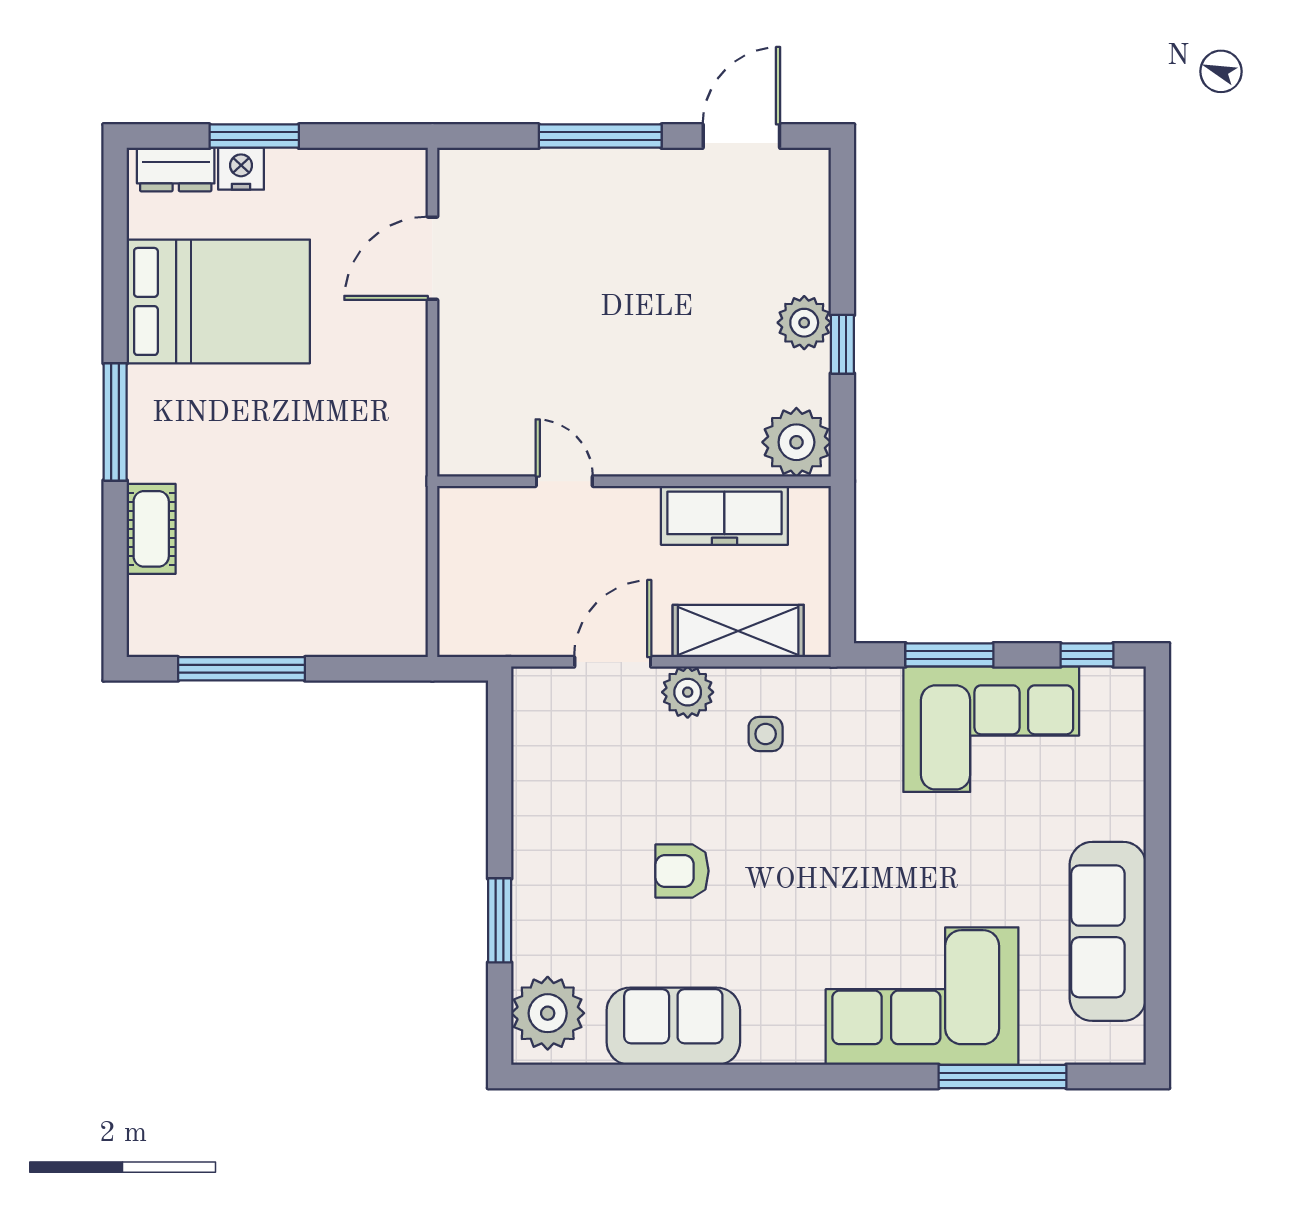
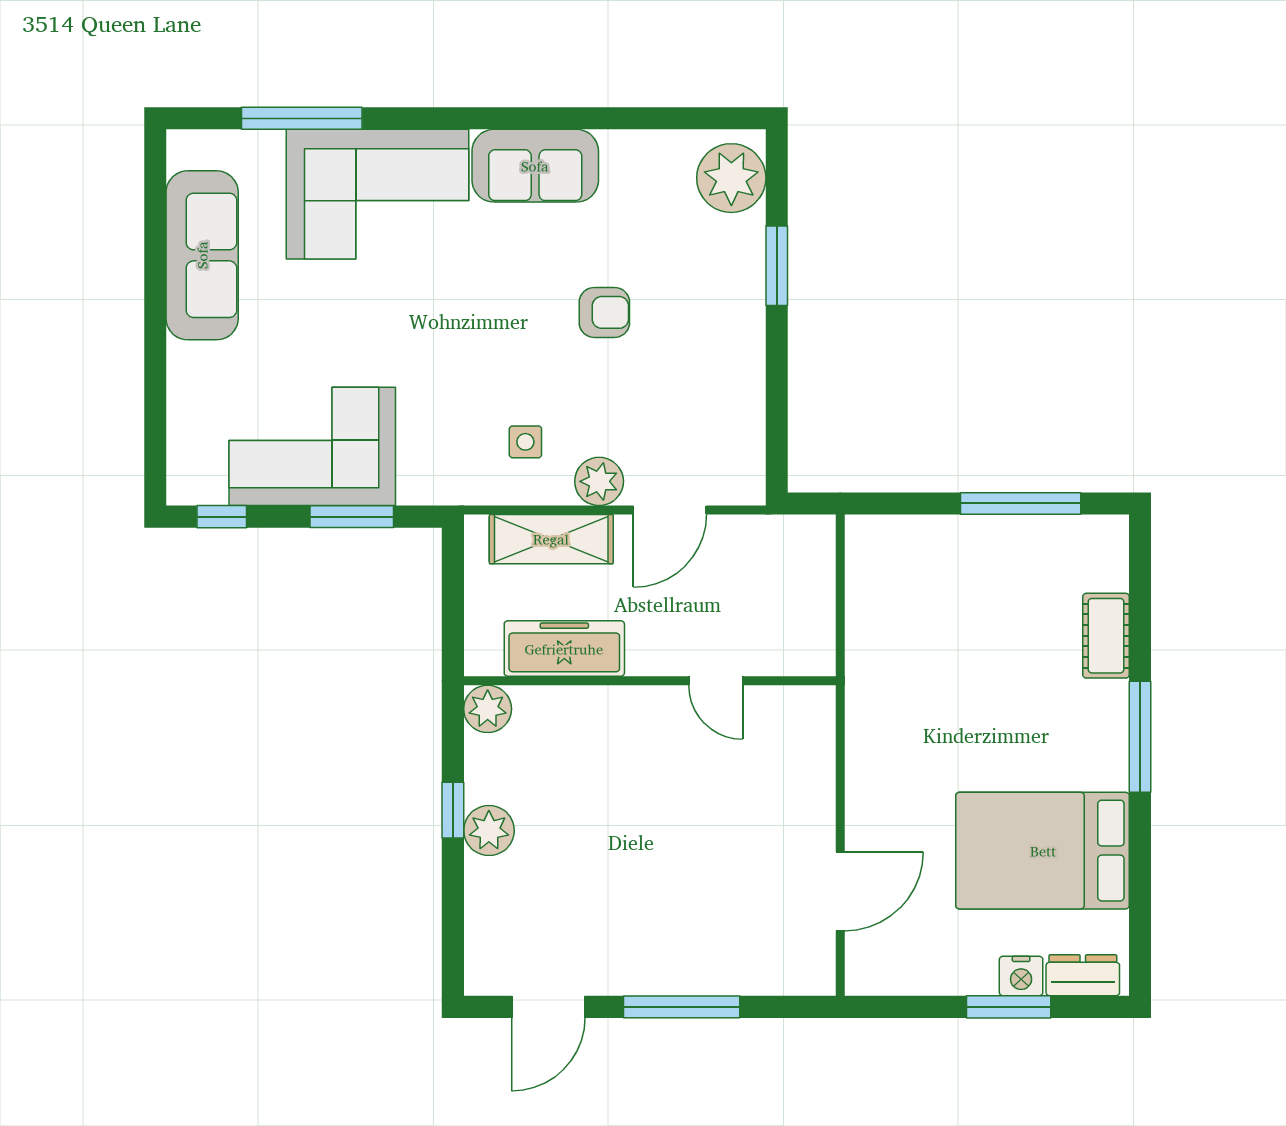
plant: (796, 442) -> (488, 709), width x0.73, depth x0.73
sofa: (673, 1026) -> (535, 166), moved

